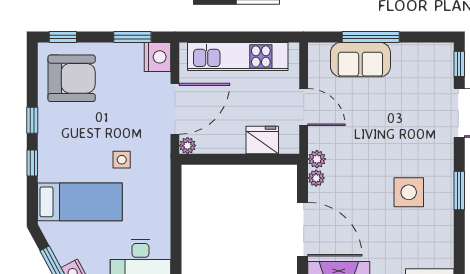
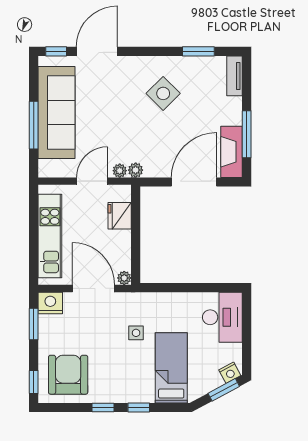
sofa: (360, 60) -> (56, 113), width x1.85, depth x1.27
plant: (316, 178) -> (120, 171), moved
window: (459, 191) -> (198, 51), moved
side table: (409, 192) -> (163, 93), turned 45

